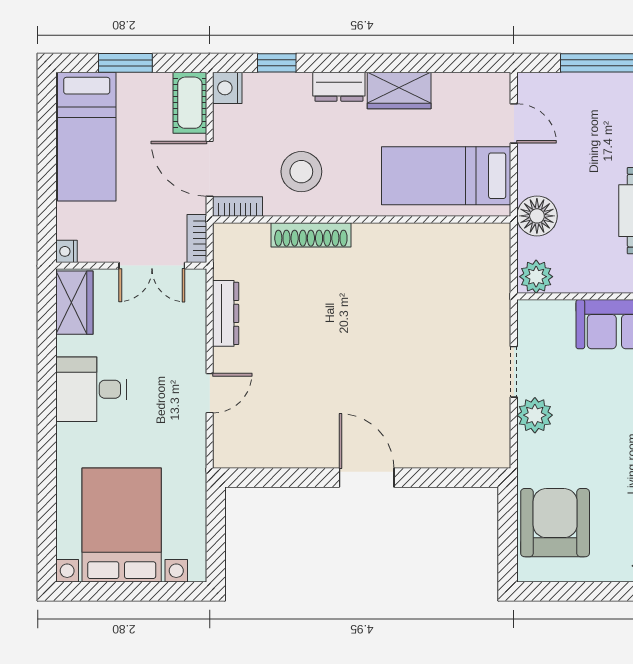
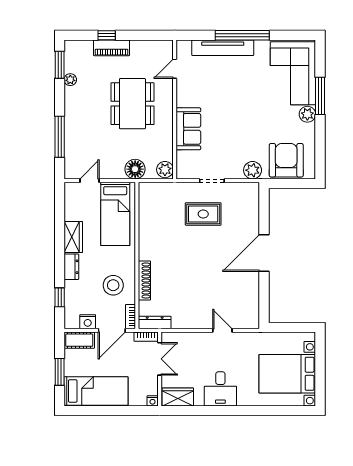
nightstand: (227, 88) -> (88, 322), moved
dresser: (226, 313) -> (155, 323), moved
rug: (446, 354) -> (203, 214), added
plant: (535, 415) -> (253, 170), moved
door: (367, 478) -> (264, 253), width x1.36
armchair: (555, 523) -> (286, 160), turned 90

